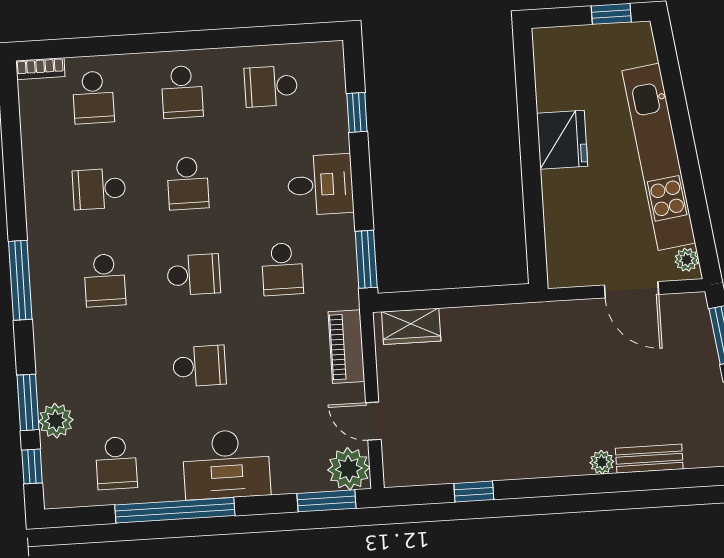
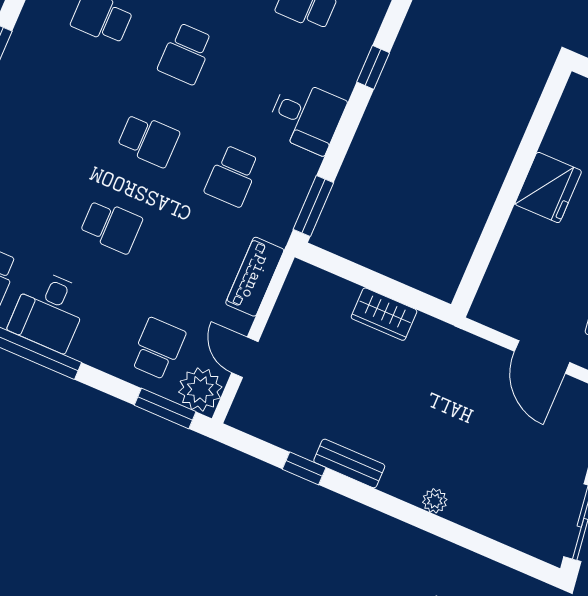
school desk: (105, 280) -> (158, 349), moved, turned 180
wardrobe: (411, 326) -> (384, 314), moved
bench: (649, 459) -> (349, 463), moved
desk: (226, 464) -> (49, 311), moved, width x0.73

